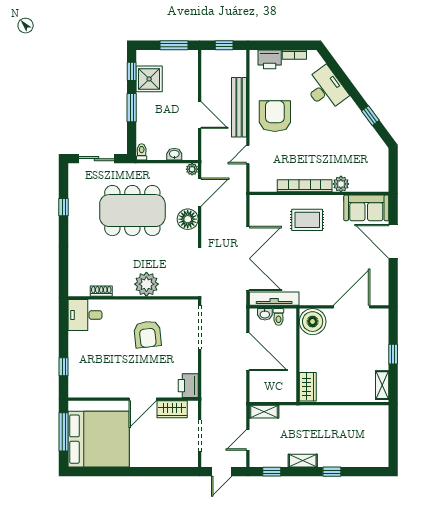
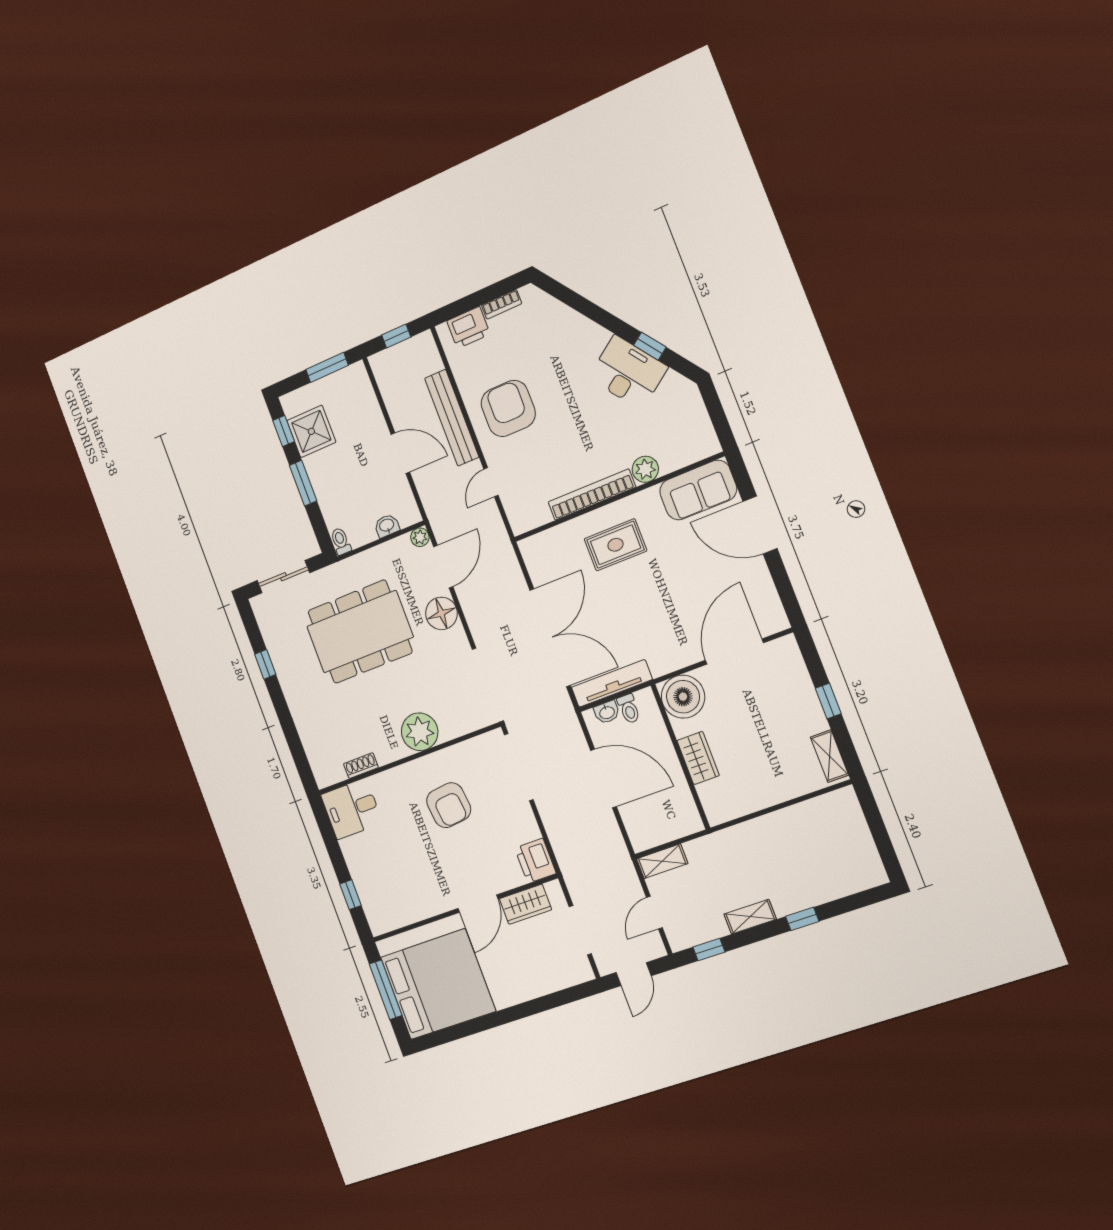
desk: (326, 89) -> (628, 372), moved
wardrobe: (308, 387) -> (698, 758), moved

